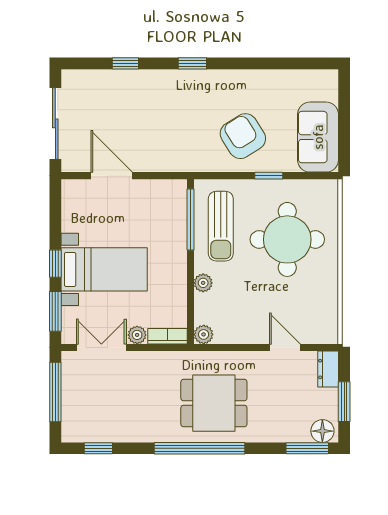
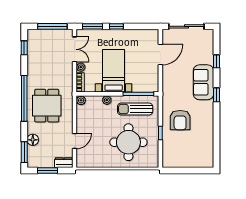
armchair: (243, 136) -> (180, 120), turned 122
sofa: (318, 137) -> (203, 82), moved, turned -90
bed with nightstands: (104, 269) -> (114, 71), moved, turned 180
floor lamp: (322, 431) -> (33, 140), moved

